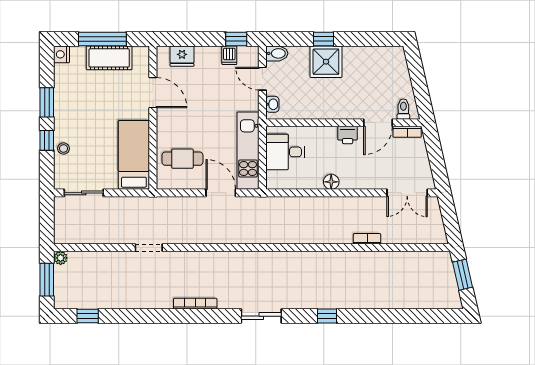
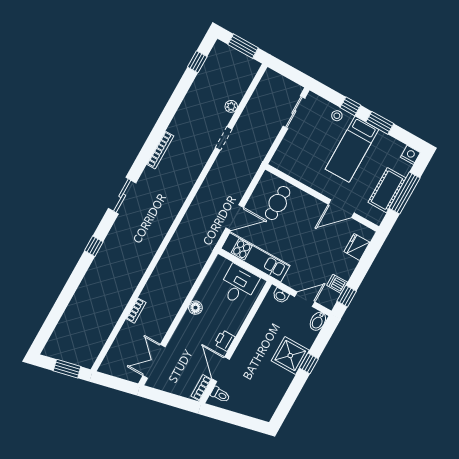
bed: (134, 155) -> (352, 149), moved, turned 90
plant: (61, 258) -> (231, 106), moved

